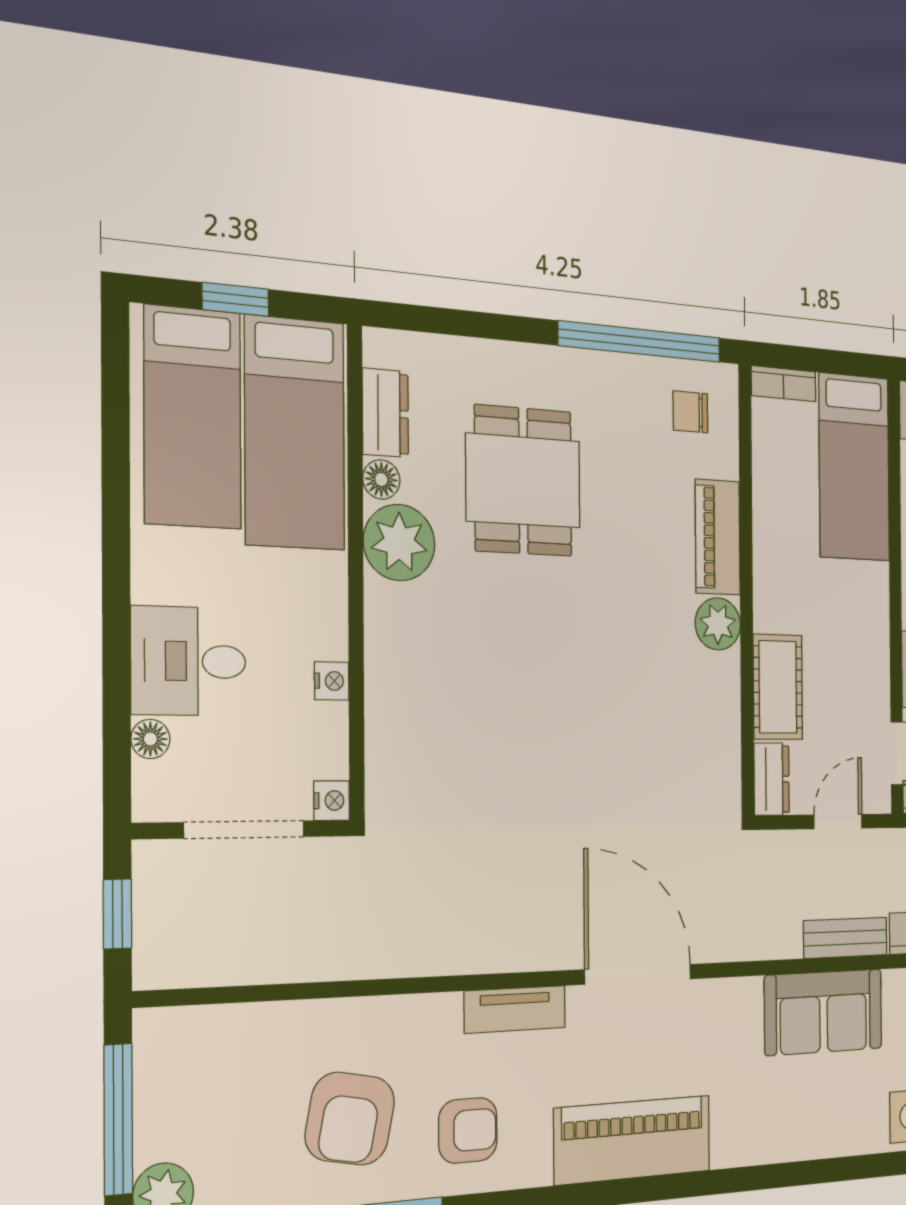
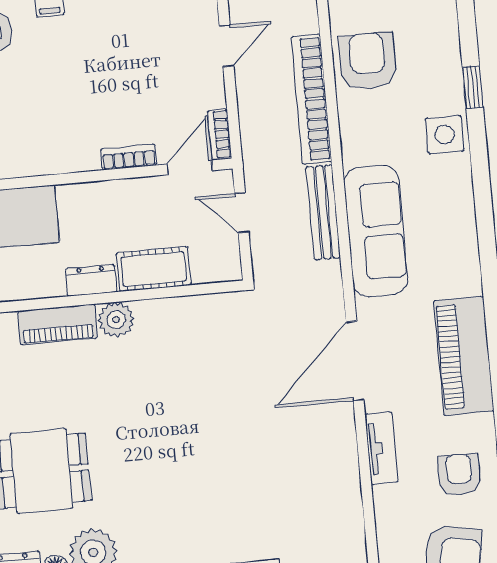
dresser: (772, 779) -> (91, 280), moved
bench: (845, 938) -> (323, 212), width x1.36
sofa: (824, 1012) -> (376, 231), width x1.36

